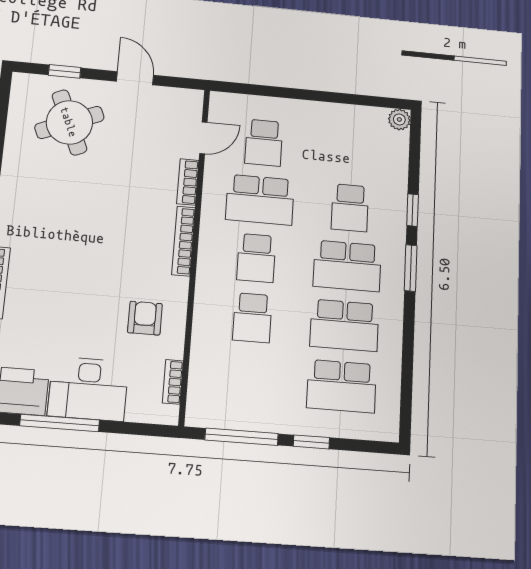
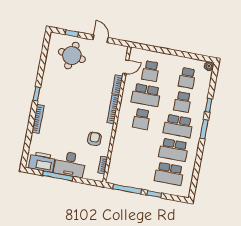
round table: (69, 122) -> (72, 56), turned 33
school desk: (252, 318) -> (187, 78), moved

